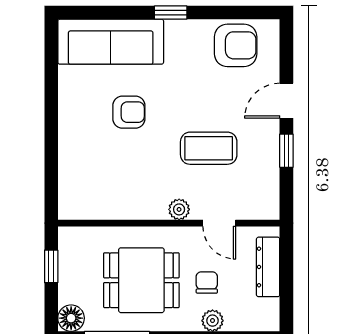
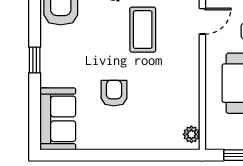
sofa: (111, 42) -> (58, 119), width x0.73
plant: (179, 209) -> (191, 134), moved

